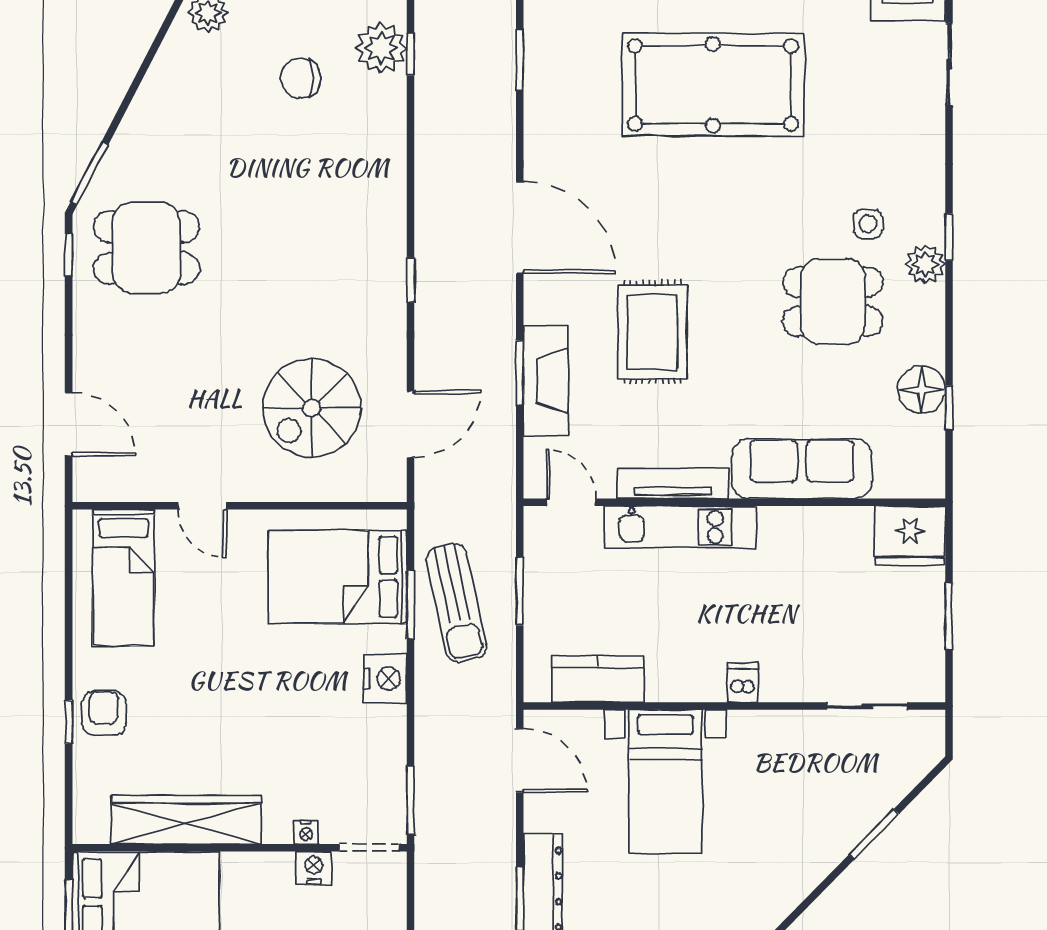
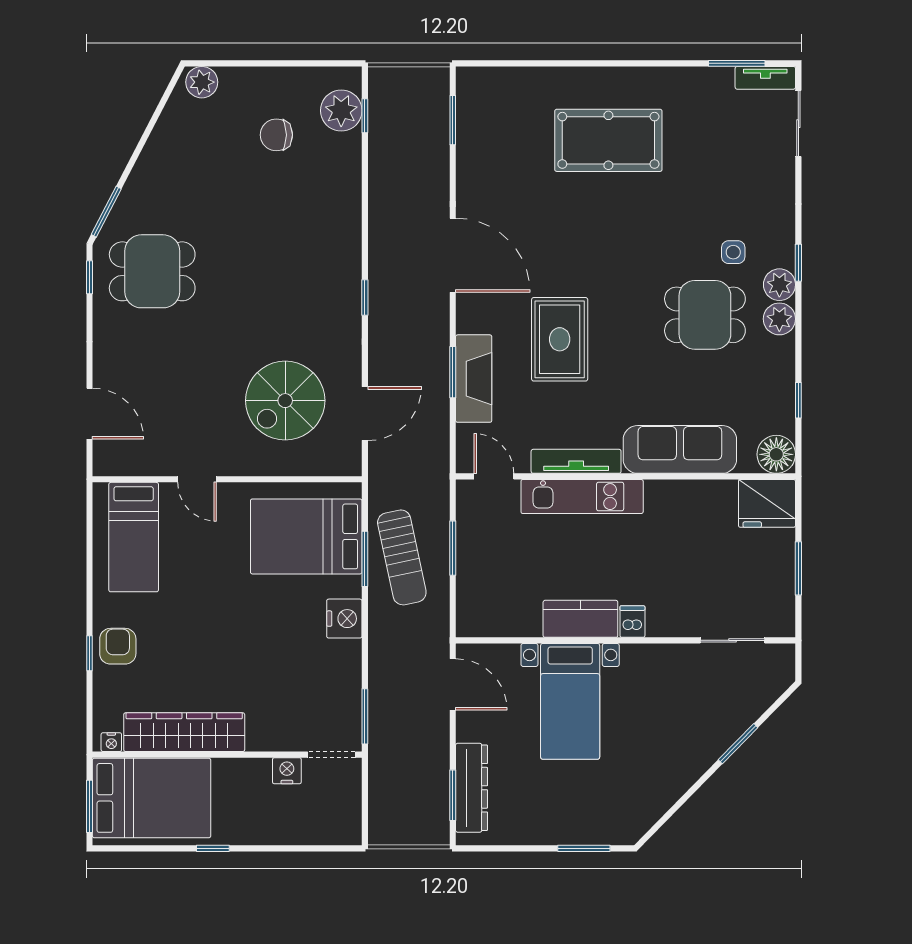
pool table: (713, 85) -> (608, 140), width x0.73, depth x0.76
plant: (925, 307) -> (779, 319), added
floor lamp: (922, 390) -> (776, 454), moved
kitchen counter: (597, 679) -> (580, 619), moved
nightstand: (306, 832) -> (111, 742), moved

